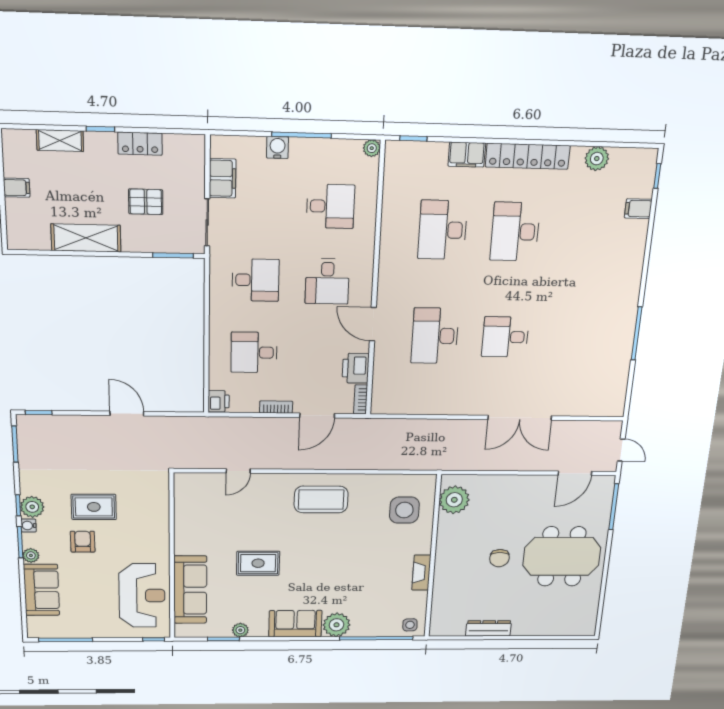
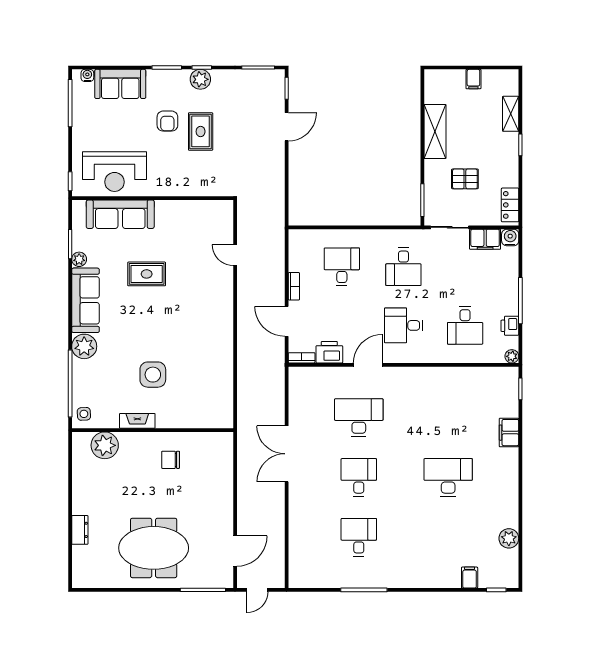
locker: (140, 144) -> (510, 205), moved
water cooler: (277, 148) -> (510, 237), moved, turned -90
locker: (528, 156) -> (509, 482), removed
pallet: (146, 202) -> (465, 179), turned 90
desk: (443, 230) -> (359, 537), moved, width x0.73
printer: (219, 401) -> (510, 326), moved, turned 90
door: (127, 413) -> (287, 127), moved
double door: (520, 418) -> (287, 454), moved
door: (575, 473) -> (235, 551), swing flipped
coffee table: (321, 499) -> (209, 328), removed
plant: (454, 500) -> (105, 445), moved
side table: (404, 510) -> (153, 375), moved
water cooler: (29, 526) -> (87, 75), moved
armchair: (83, 542) -> (167, 121), turned 90
plant: (31, 555) -> (154, 76), removed
meeting table: (562, 556) -> (154, 548), turned 90
chair: (499, 558) -> (171, 460), moved
rug: (258, 563) -> (147, 274), turned 90
sofa: (295, 624) -> (86, 300), width x1.36
dresser: (489, 628) -> (80, 530), moved, width x0.70

